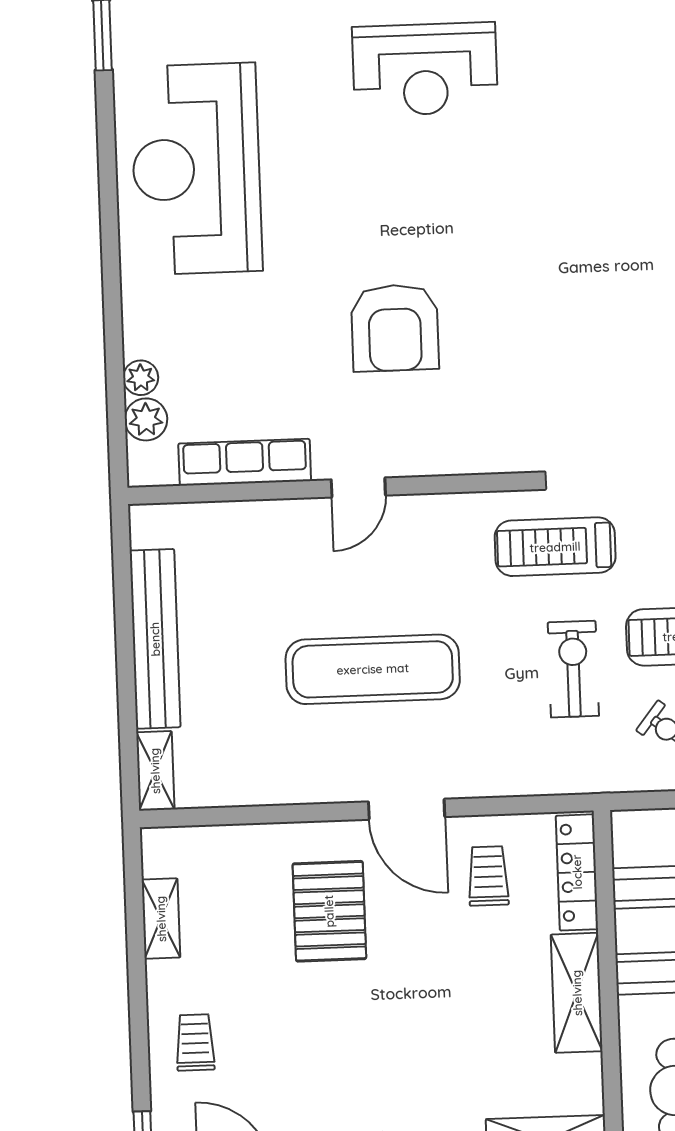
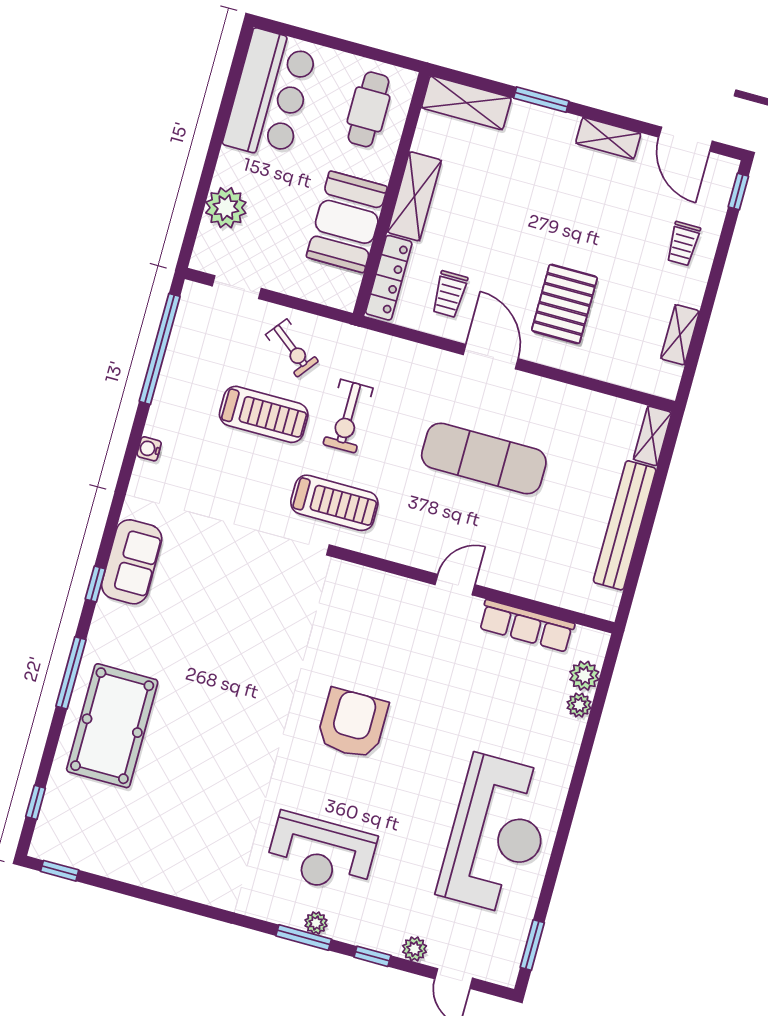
reception desk: (425, 69) -> (321, 854), turned 180
armchair: (395, 328) -> (352, 724), moved

